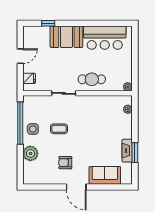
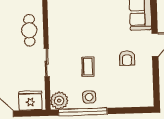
fridge: (29, 78) -> (30, 101), width x1.88, depth x1.34
plant: (30, 153) -> (59, 101), moved

